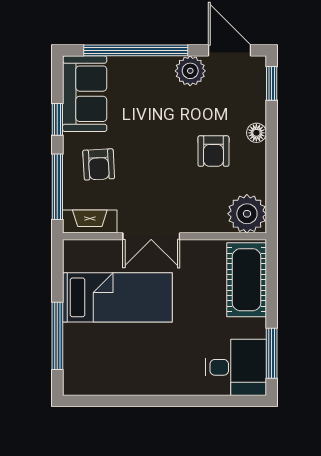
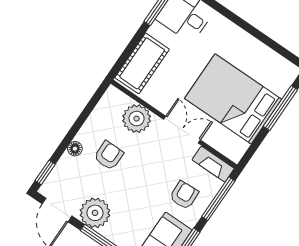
plant: (190, 71) -> (95, 213), width x1.36, depth x1.36
plant: (247, 214) -> (137, 119), moved
bed: (117, 297) -> (233, 99), width x1.50

